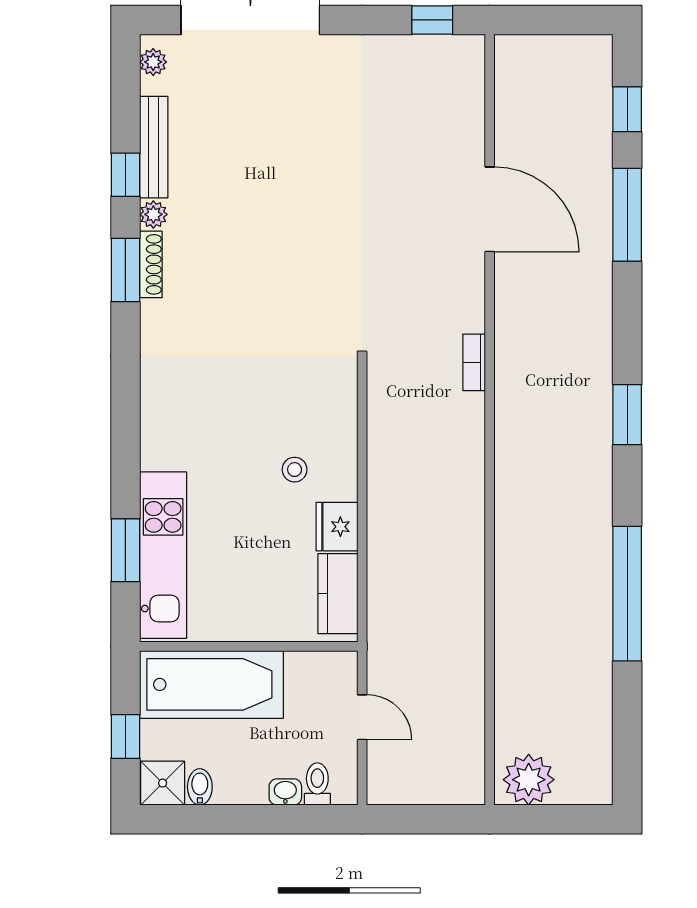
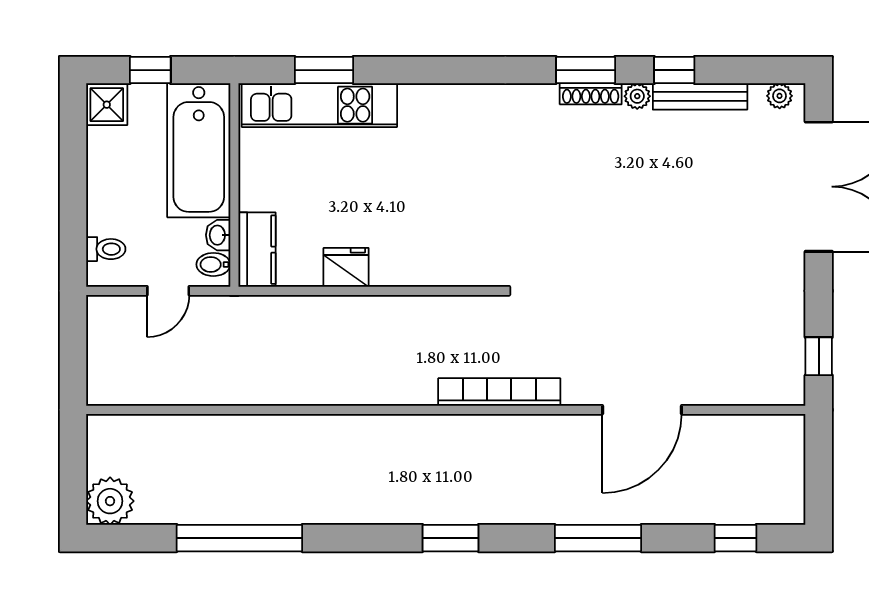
window: (627, 215) -> (598, 538), moved
bookcase: (474, 362) -> (499, 392), width x2.31, depth x1.31
stool: (295, 470) -> (399, 228), removed
kitchen counter: (338, 594) -> (257, 250), moved, turned 90
window: (627, 594) -> (239, 538), moved
plant: (529, 780) -> (110, 501), moved
bidet: (200, 787) -> (213, 264), moved, turned 180
washbasin: (285, 792) -> (218, 235), moved, turned 180

